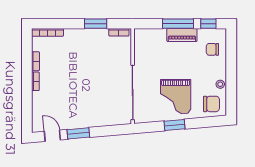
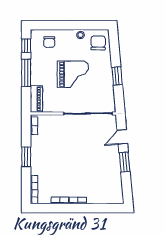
window: (96, 24) -> (26, 157), moved
piano: (182, 35) -> (36, 99), moved
grand piano: (176, 97) -> (73, 74), moved
door: (52, 136) -> (122, 137), moved

